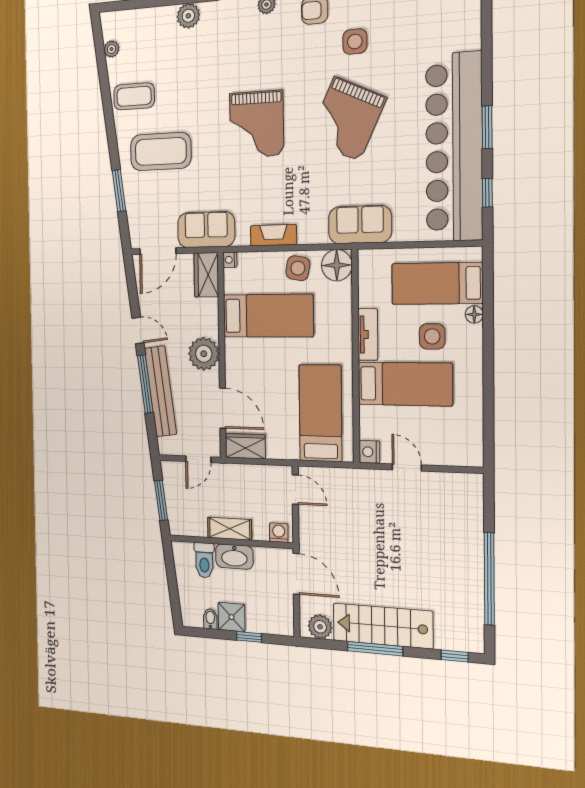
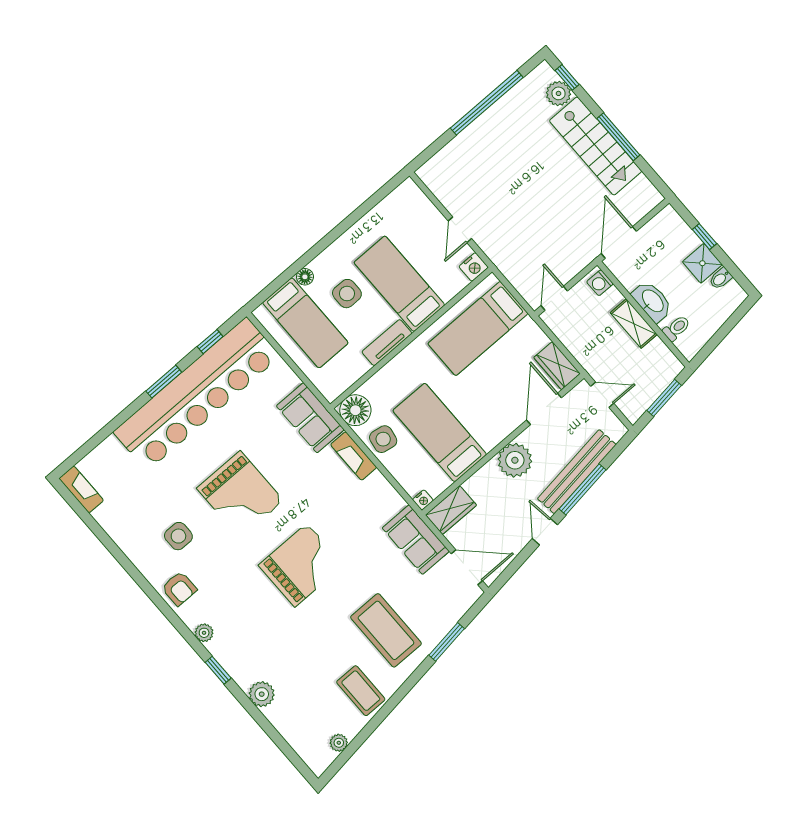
grand piano: (347, 119) -> (240, 494), turned 65
fireplace: (273, 235) -> (354, 456), moved
toilet: (204, 560) -> (676, 328), width x0.73, depth x0.72
plant: (320, 627) -> (558, 93), moved

